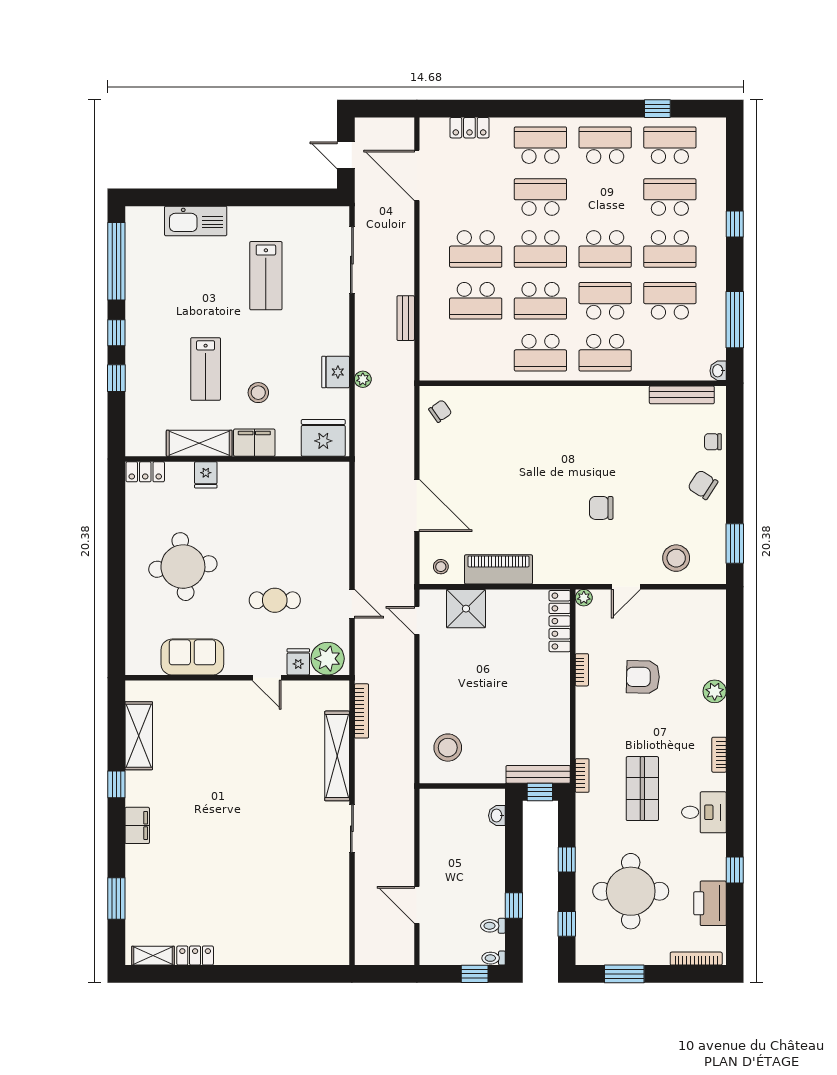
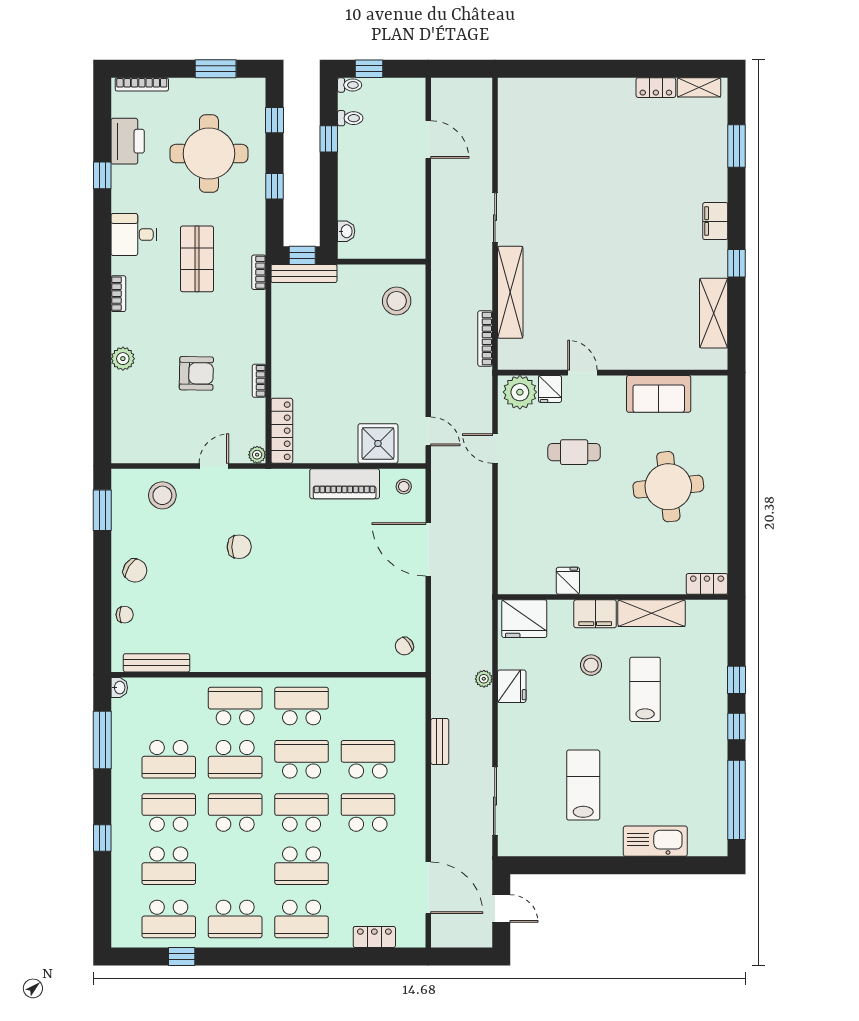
fridge: (206, 475) -> (568, 581), moved

